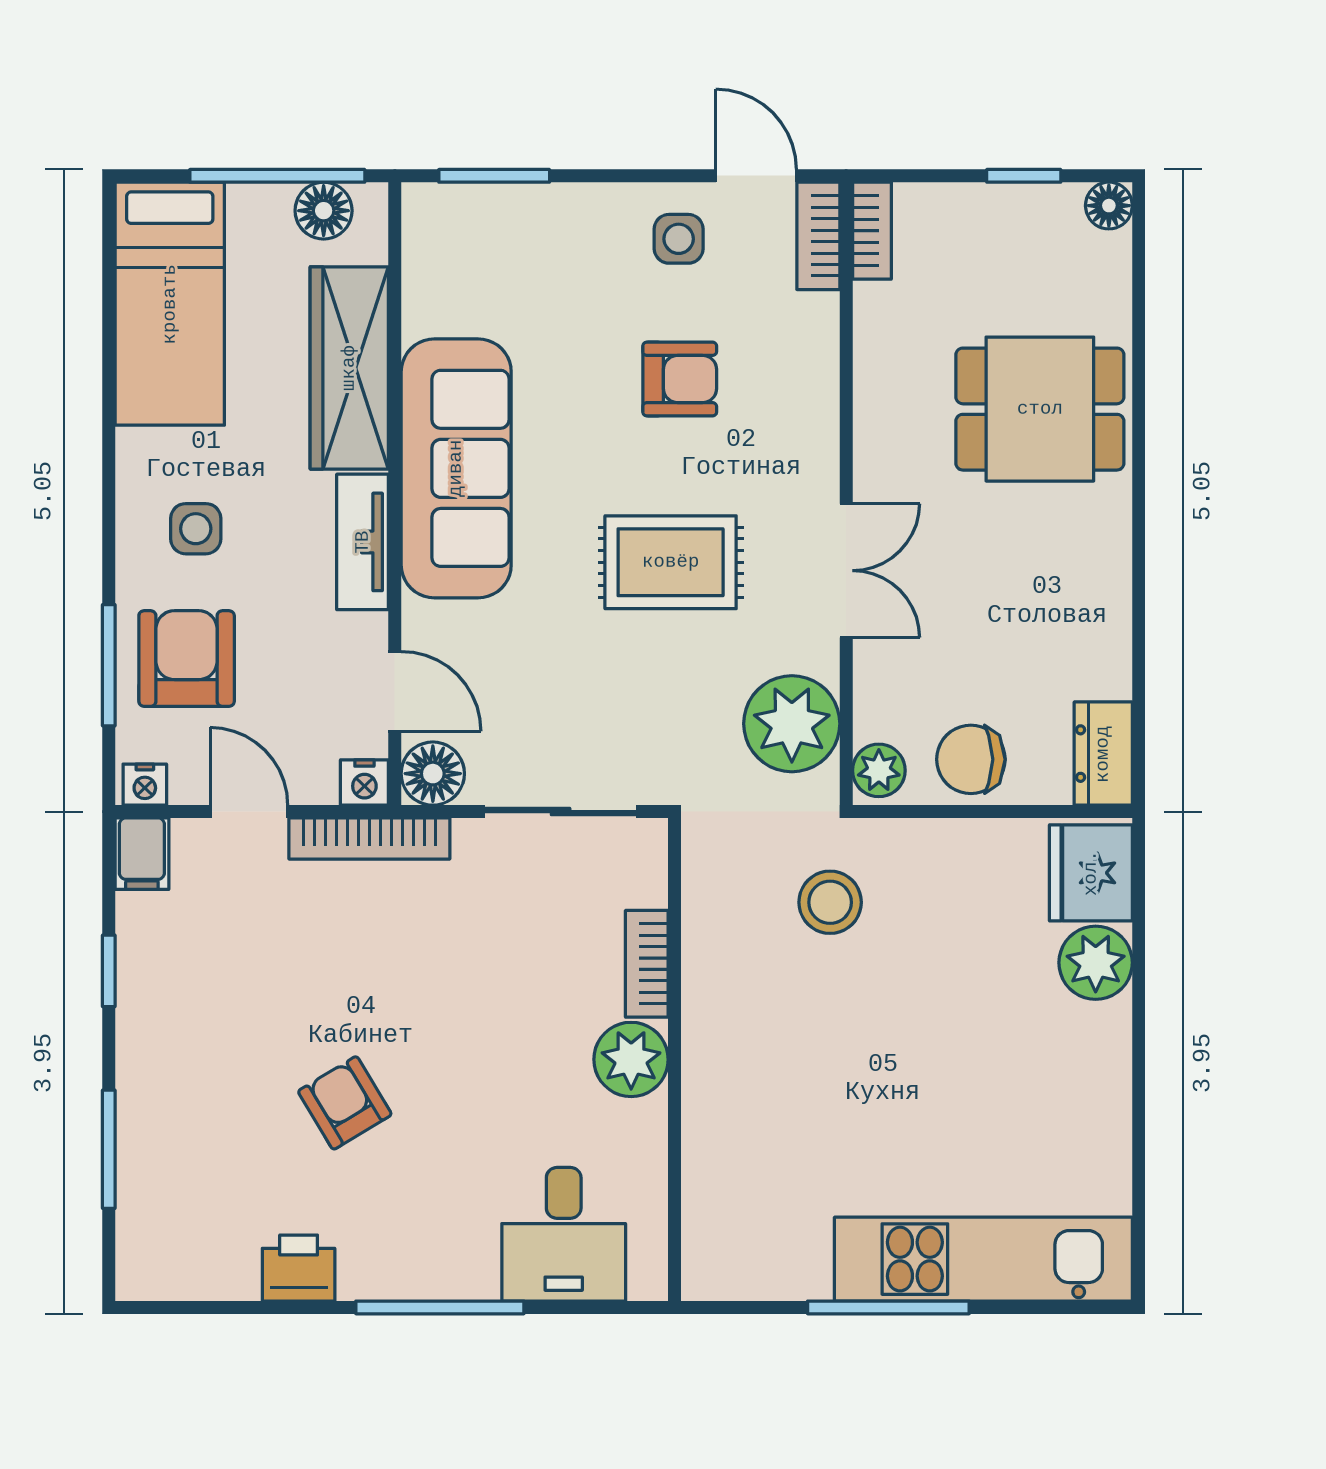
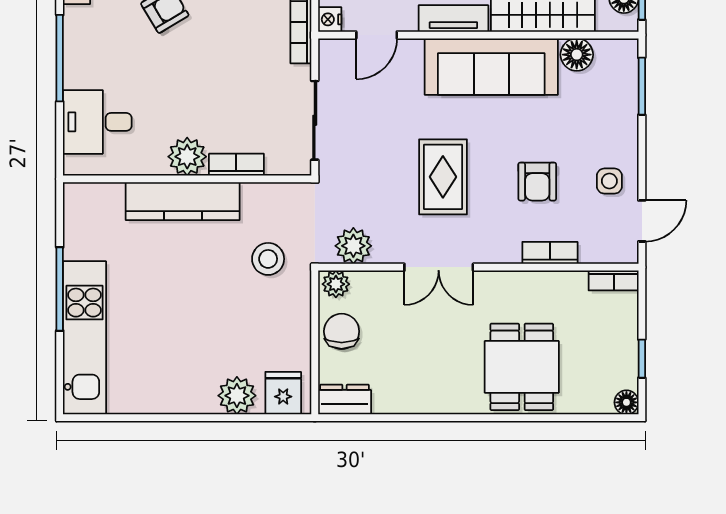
bookcase: (818, 236) -> (550, 253), moved
plant: (792, 724) -> (353, 246), width x0.73, depth x0.73
floor lamp: (433, 774) -> (577, 55), moved
fridge: (1091, 873) -> (283, 393), width x0.72
kitchen counter: (718, 1068) -> (183, 201), added

